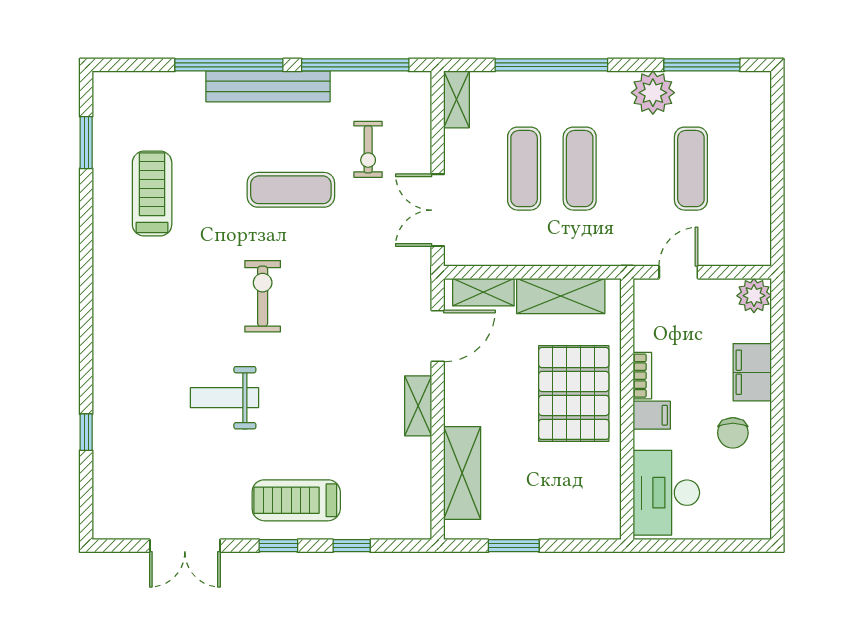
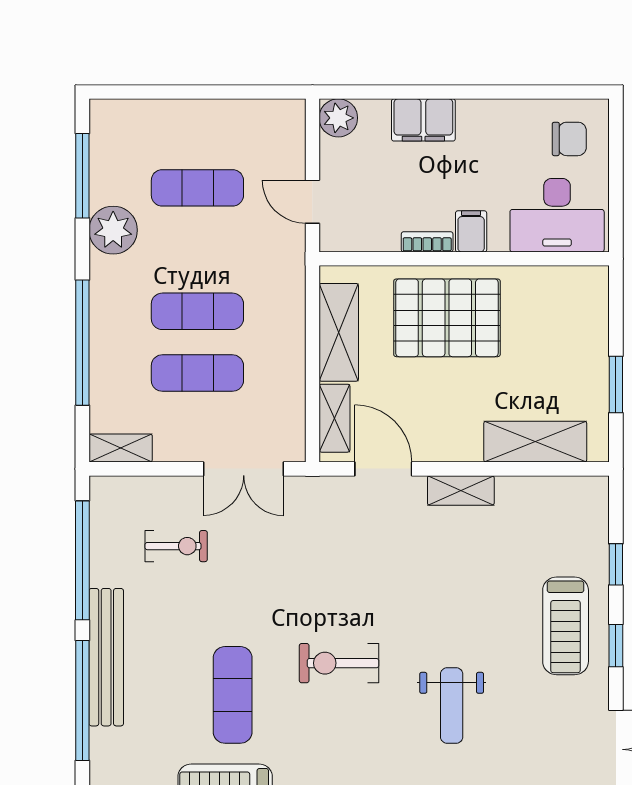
exercise mat: (291, 190) -> (233, 695), moved
chair: (733, 433) -> (569, 139), moved

